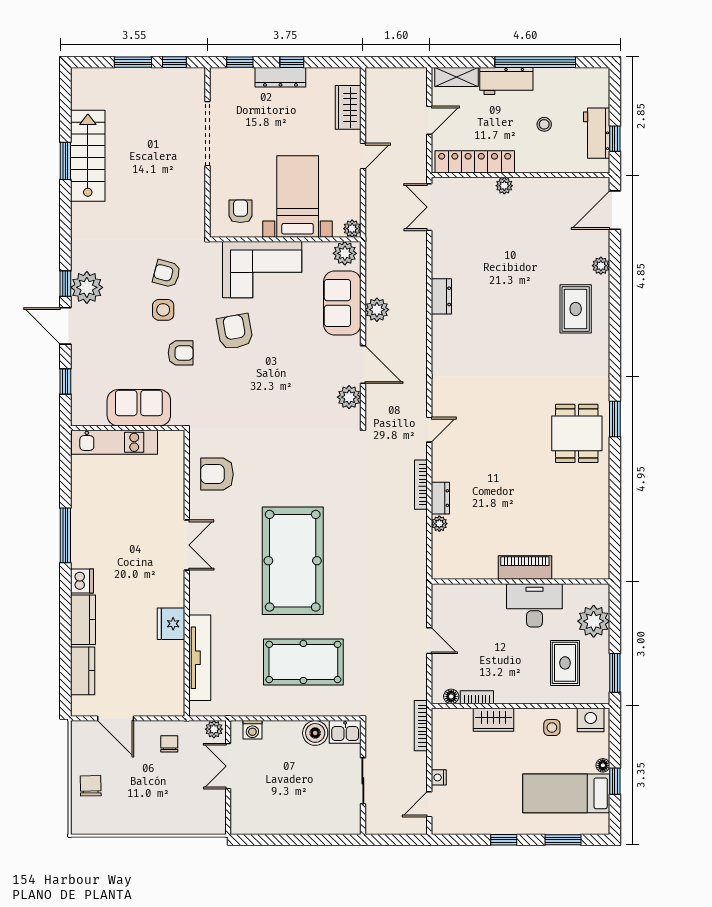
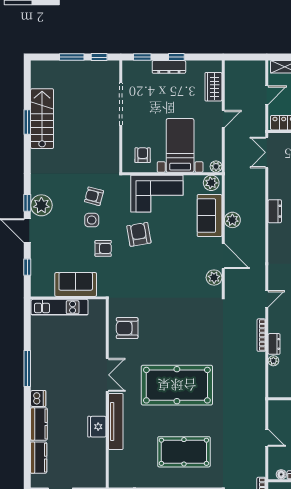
pool table: (293, 561) -> (177, 385), turned 90
tv unit: (200, 658) -> (116, 421), moved

